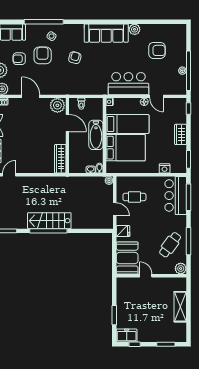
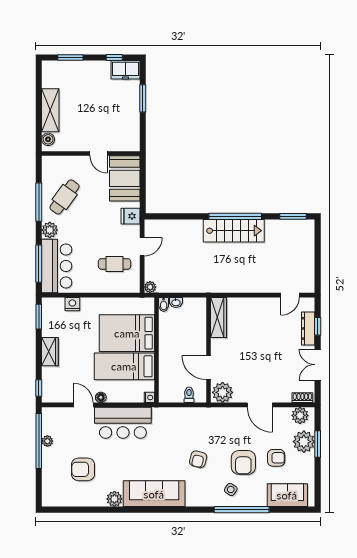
bathtub: (96, 135) -> (168, 351), removed
door: (115, 209) -> (142, 247), swing flipped
plant: (181, 269) -> (50, 230), moved
boiler: (182, 286) -> (48, 139), added

